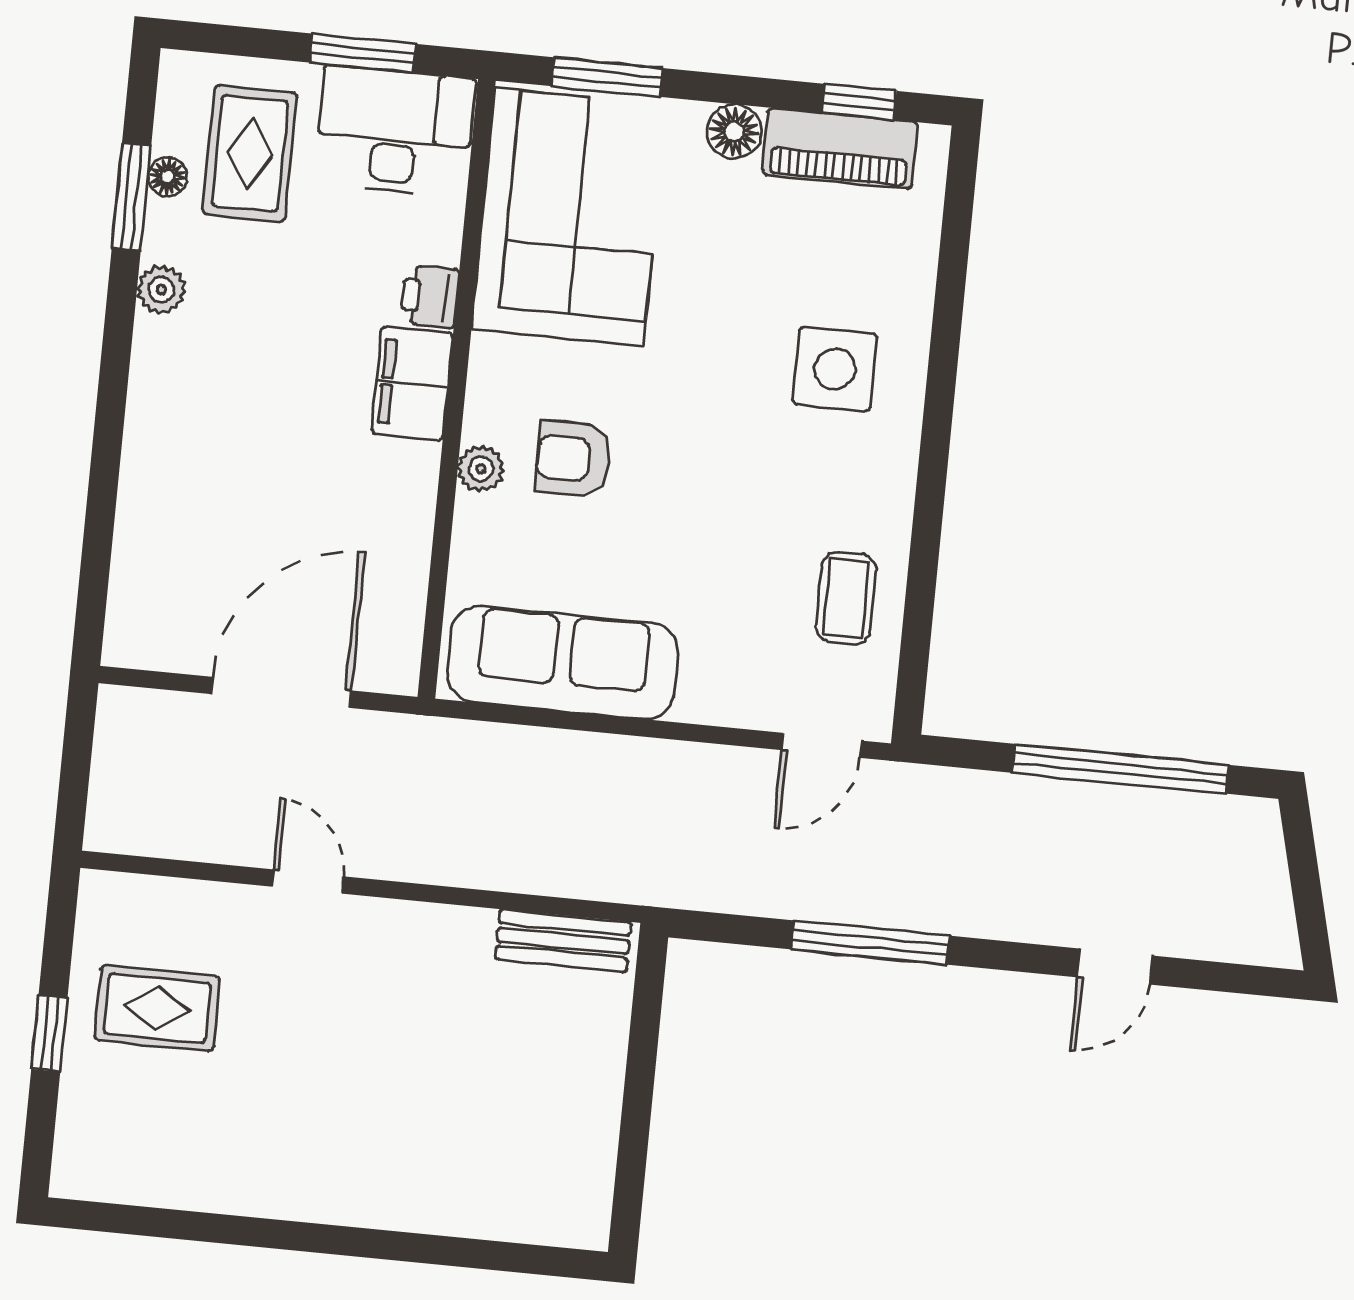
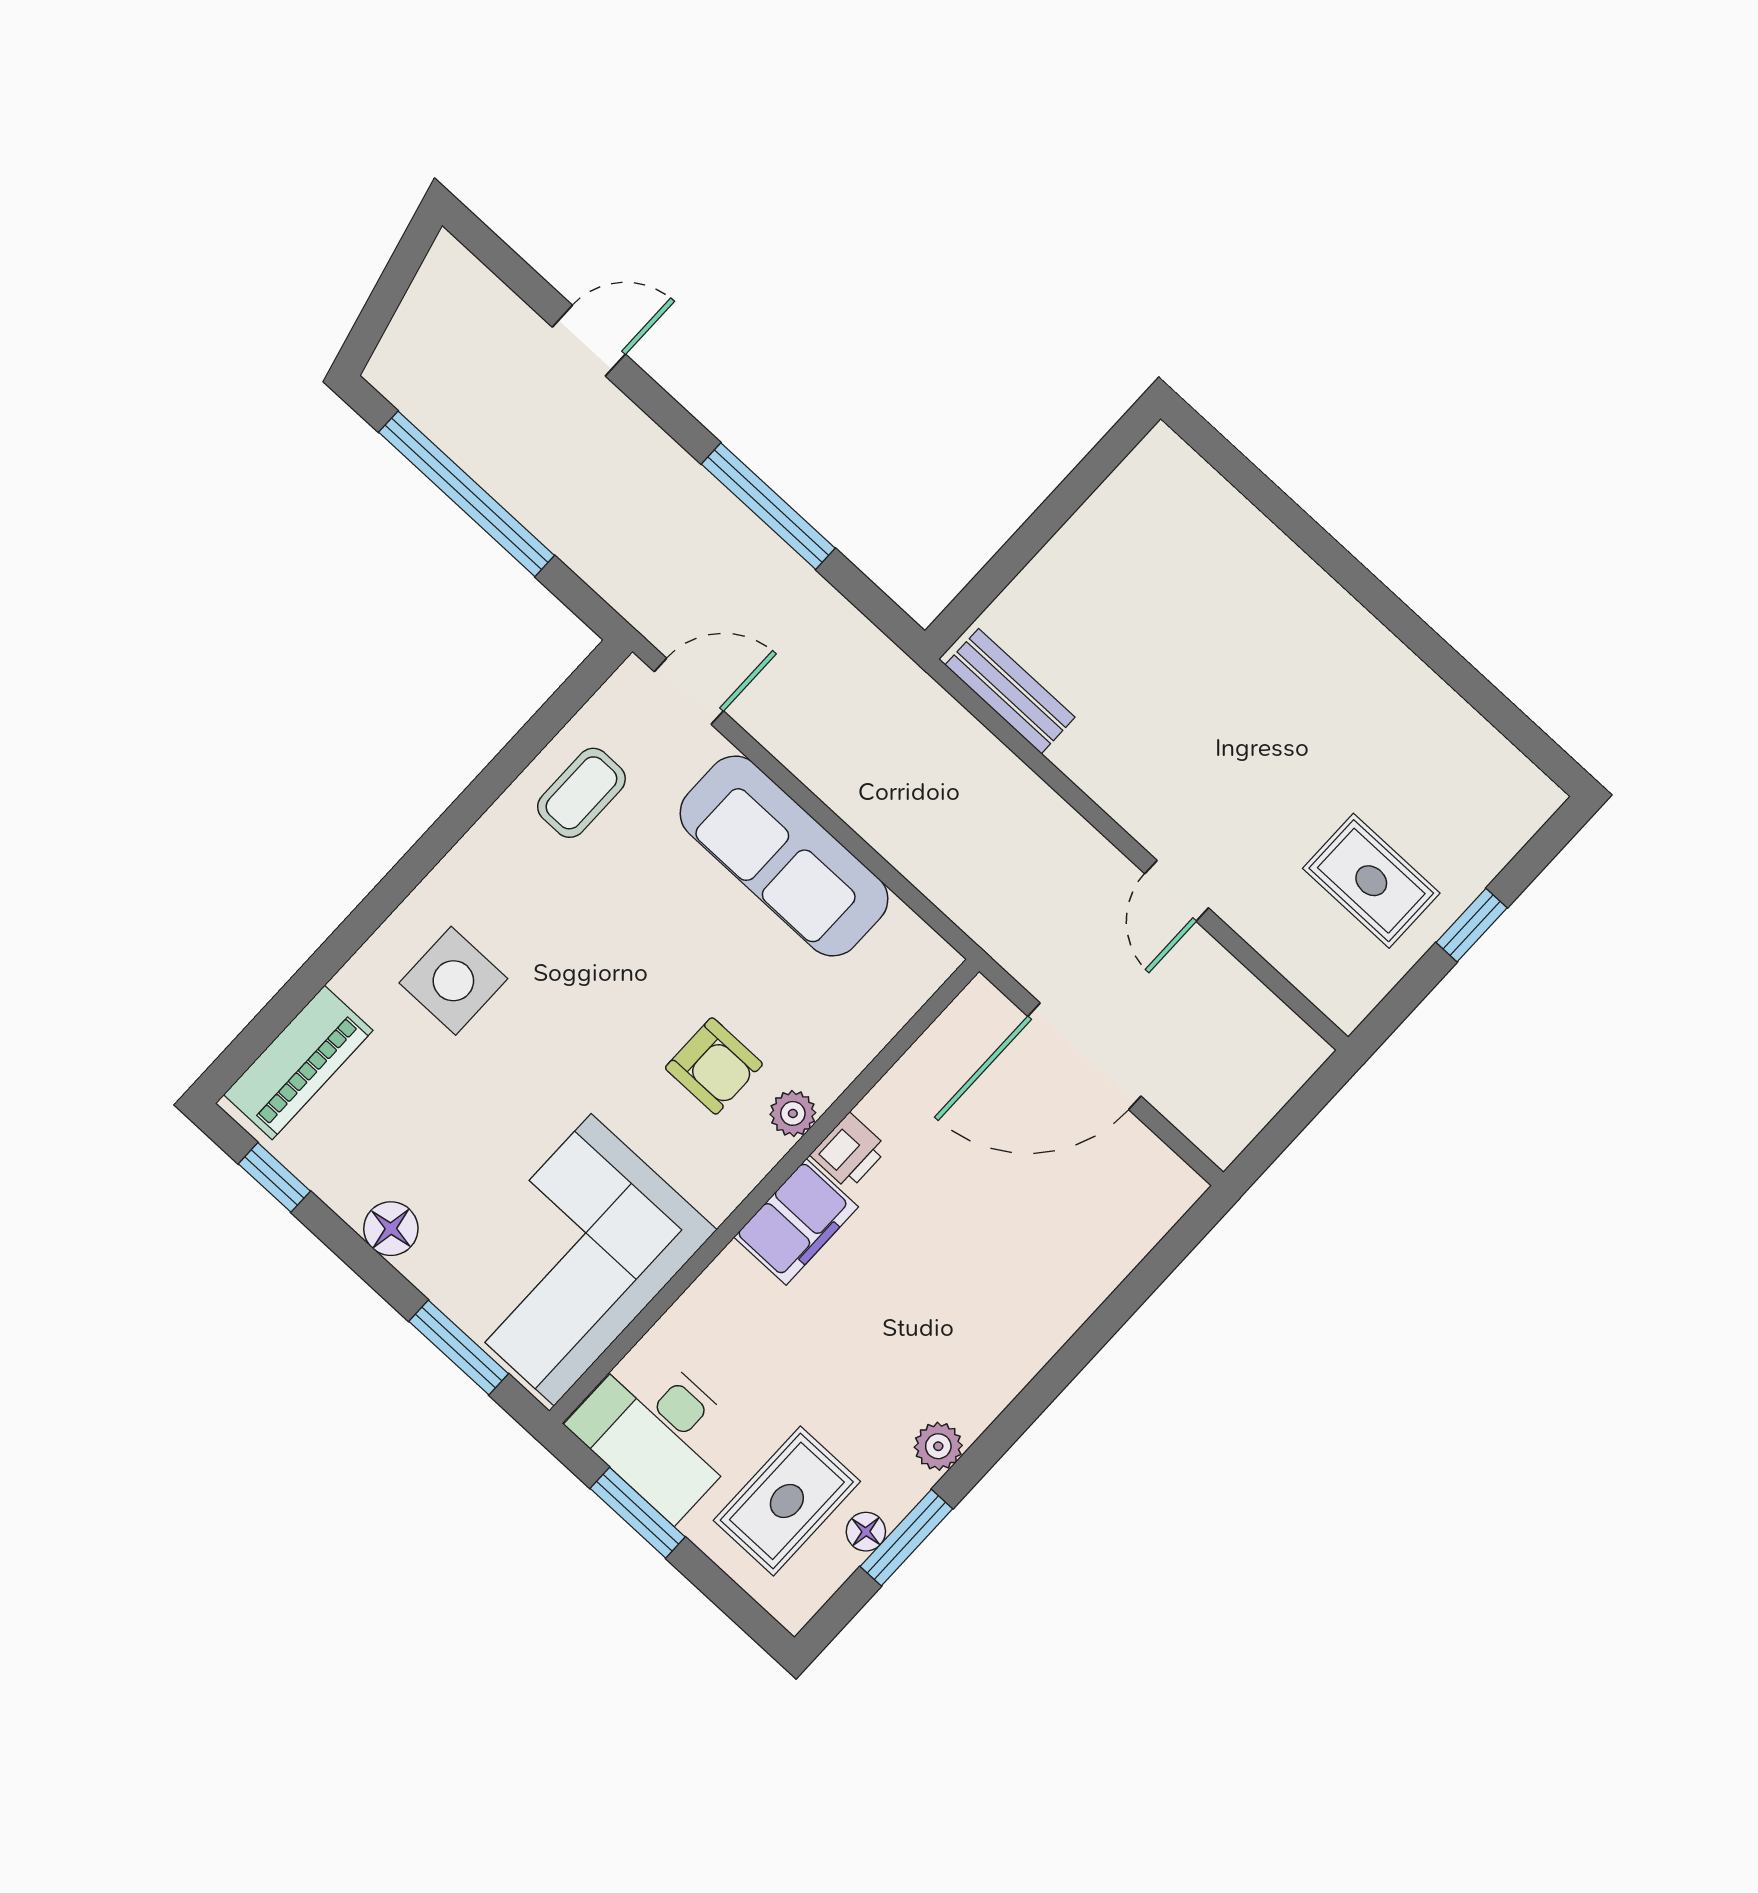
piano: (840, 148) -> (298, 1063), moved, turned 90
printer: (430, 296) -> (849, 1152), moved
sofa: (563, 663) -> (784, 856), moved

